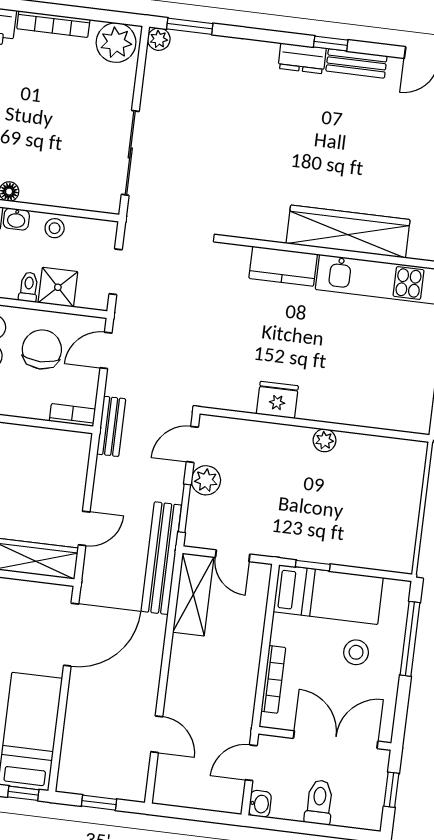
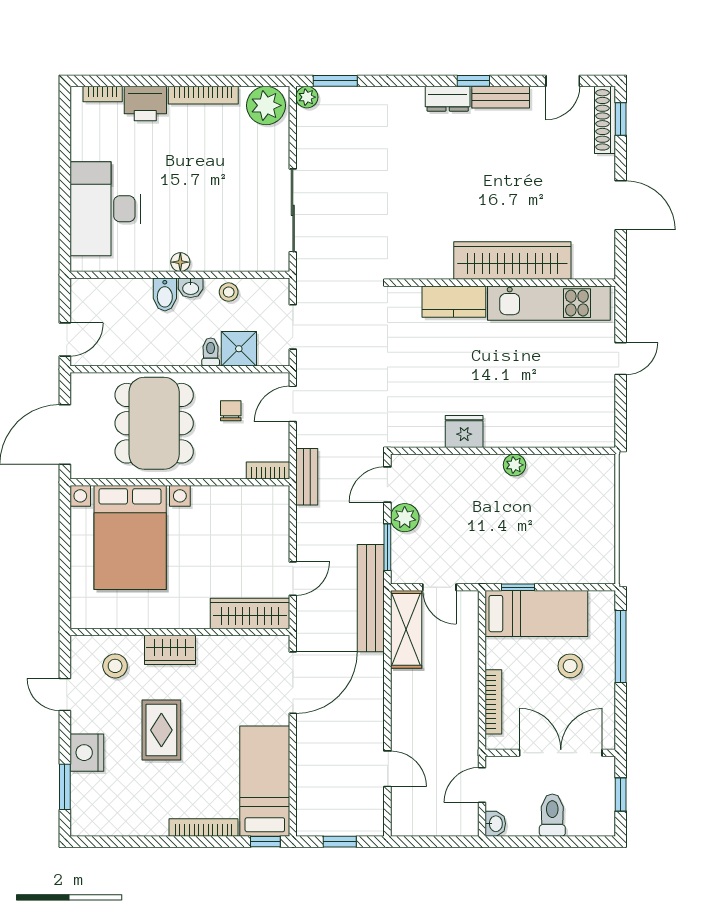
chair: (42, 349) -> (231, 411), width x0.54, depth x0.54

